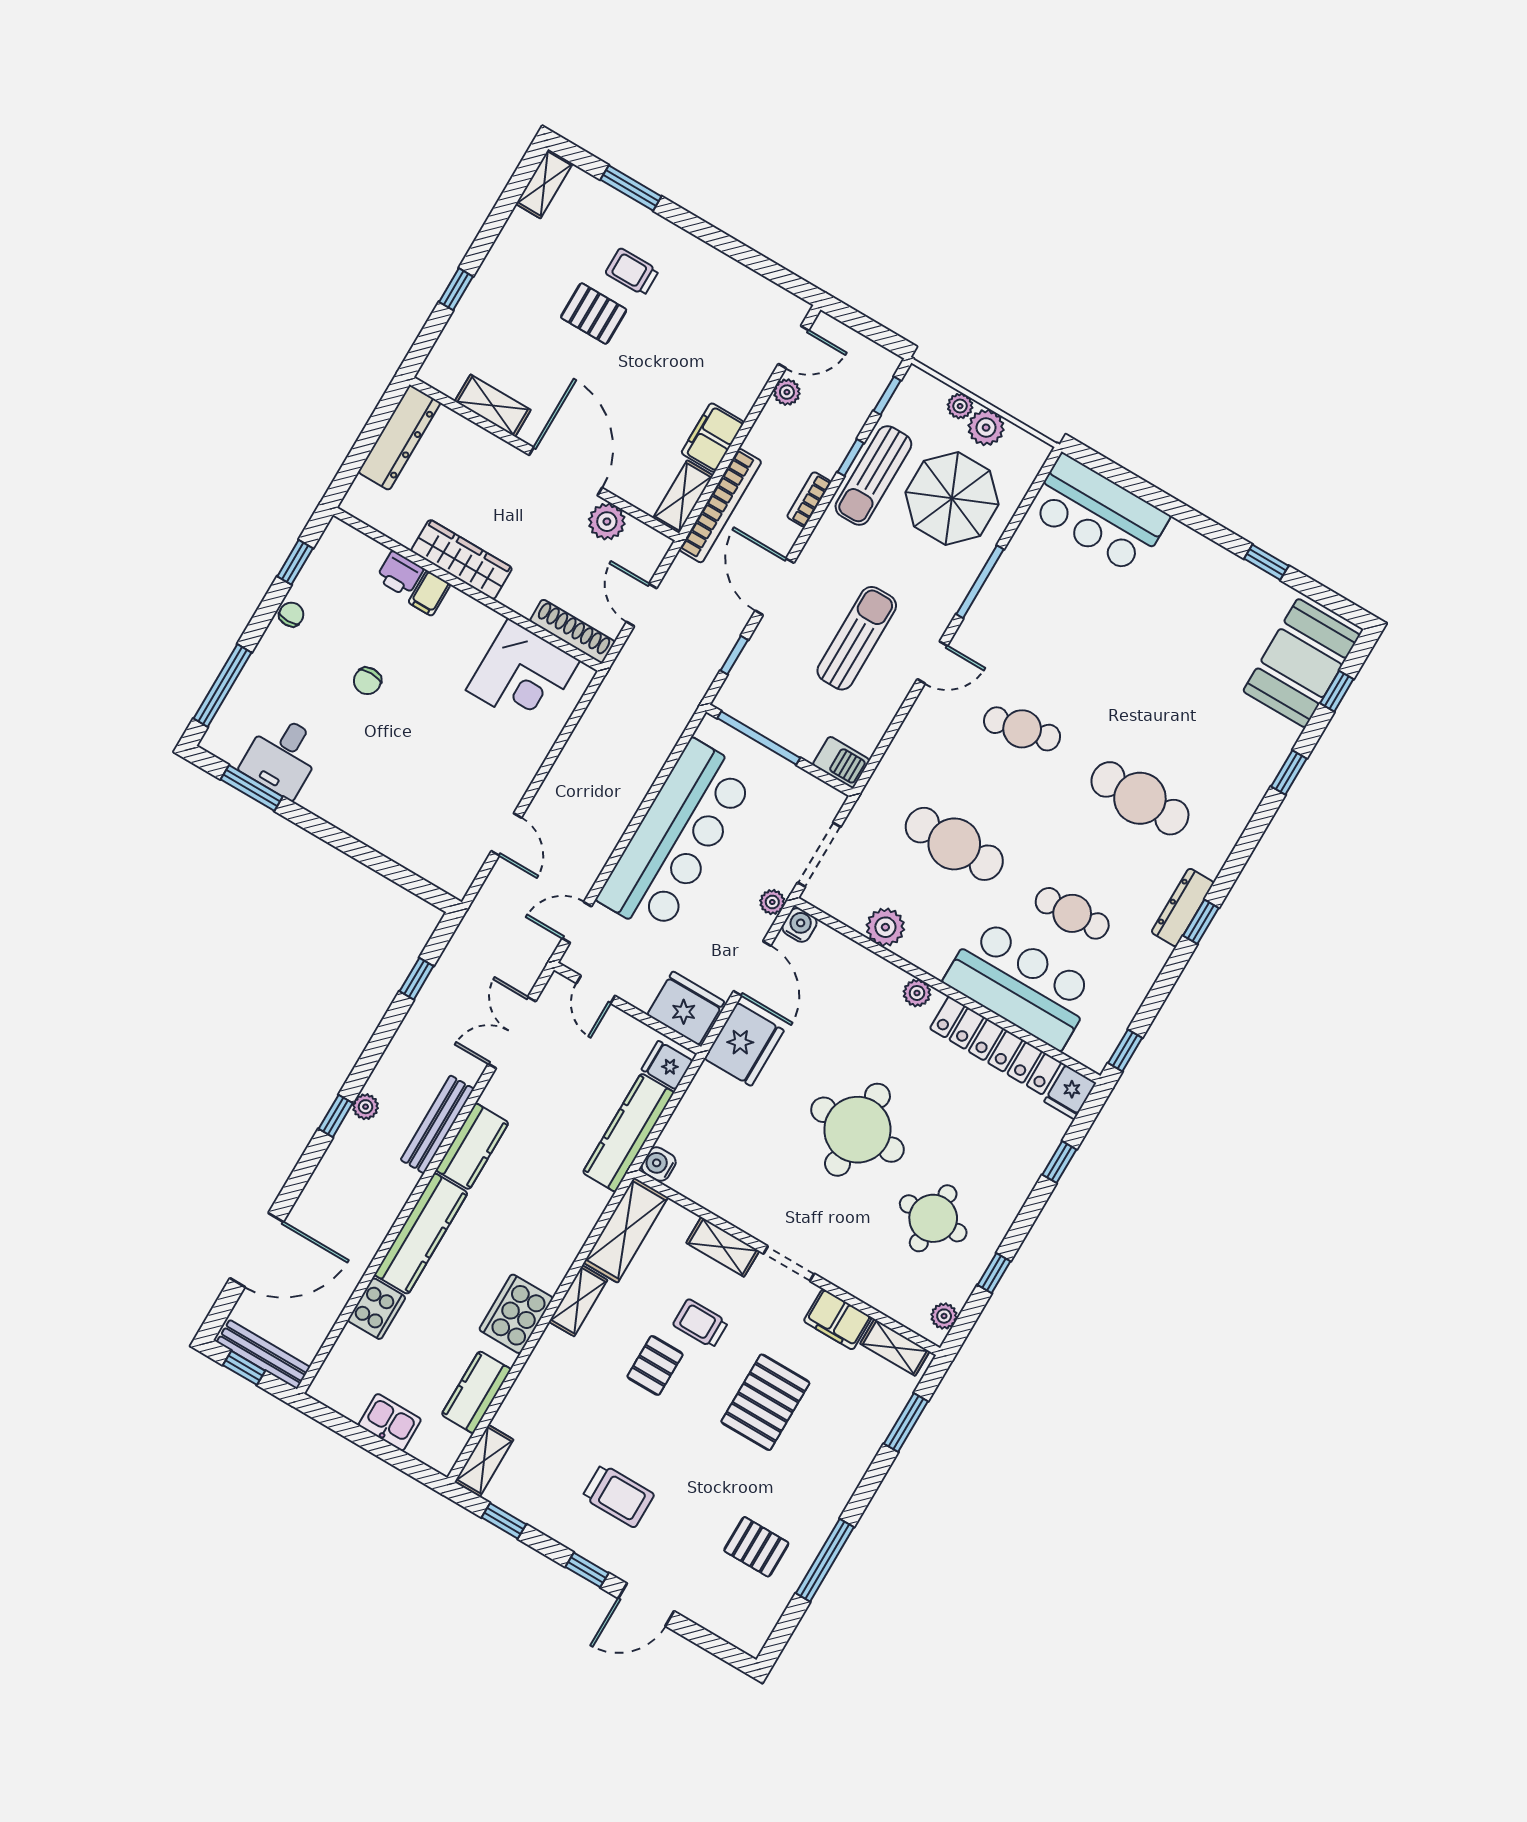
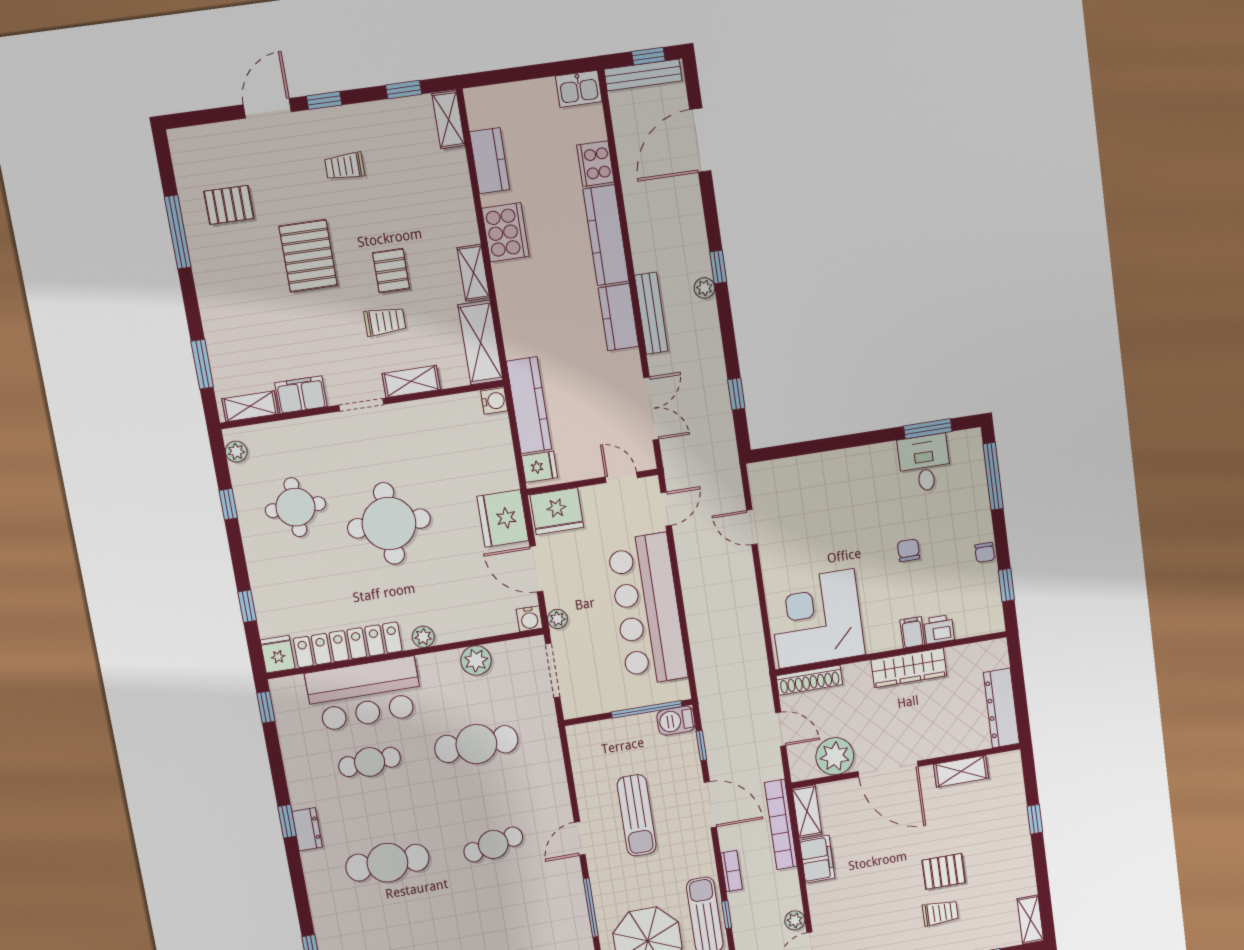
plant: (607, 522) -> (835, 756), width x1.36, depth x1.36
corner desk: (523, 675) -> (817, 619), width x1.36, depth x1.36
barbecue: (841, 762) -> (676, 721), moved
dresser: (1183, 907) -> (307, 829), width x0.70
pallet: (765, 1402) -> (308, 256), moved
kitchen sink: (390, 1422) -> (579, 89), moved
trolley: (618, 1496) -> (345, 166), width x0.73, depth x0.72

